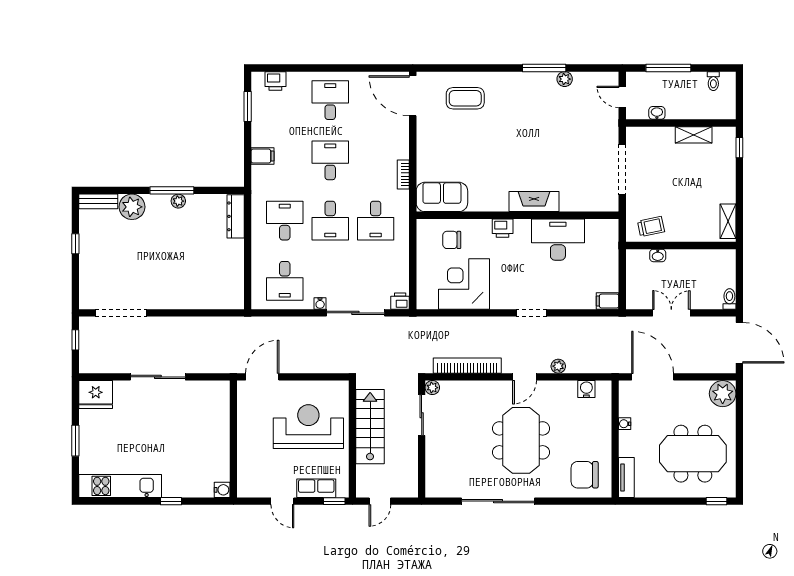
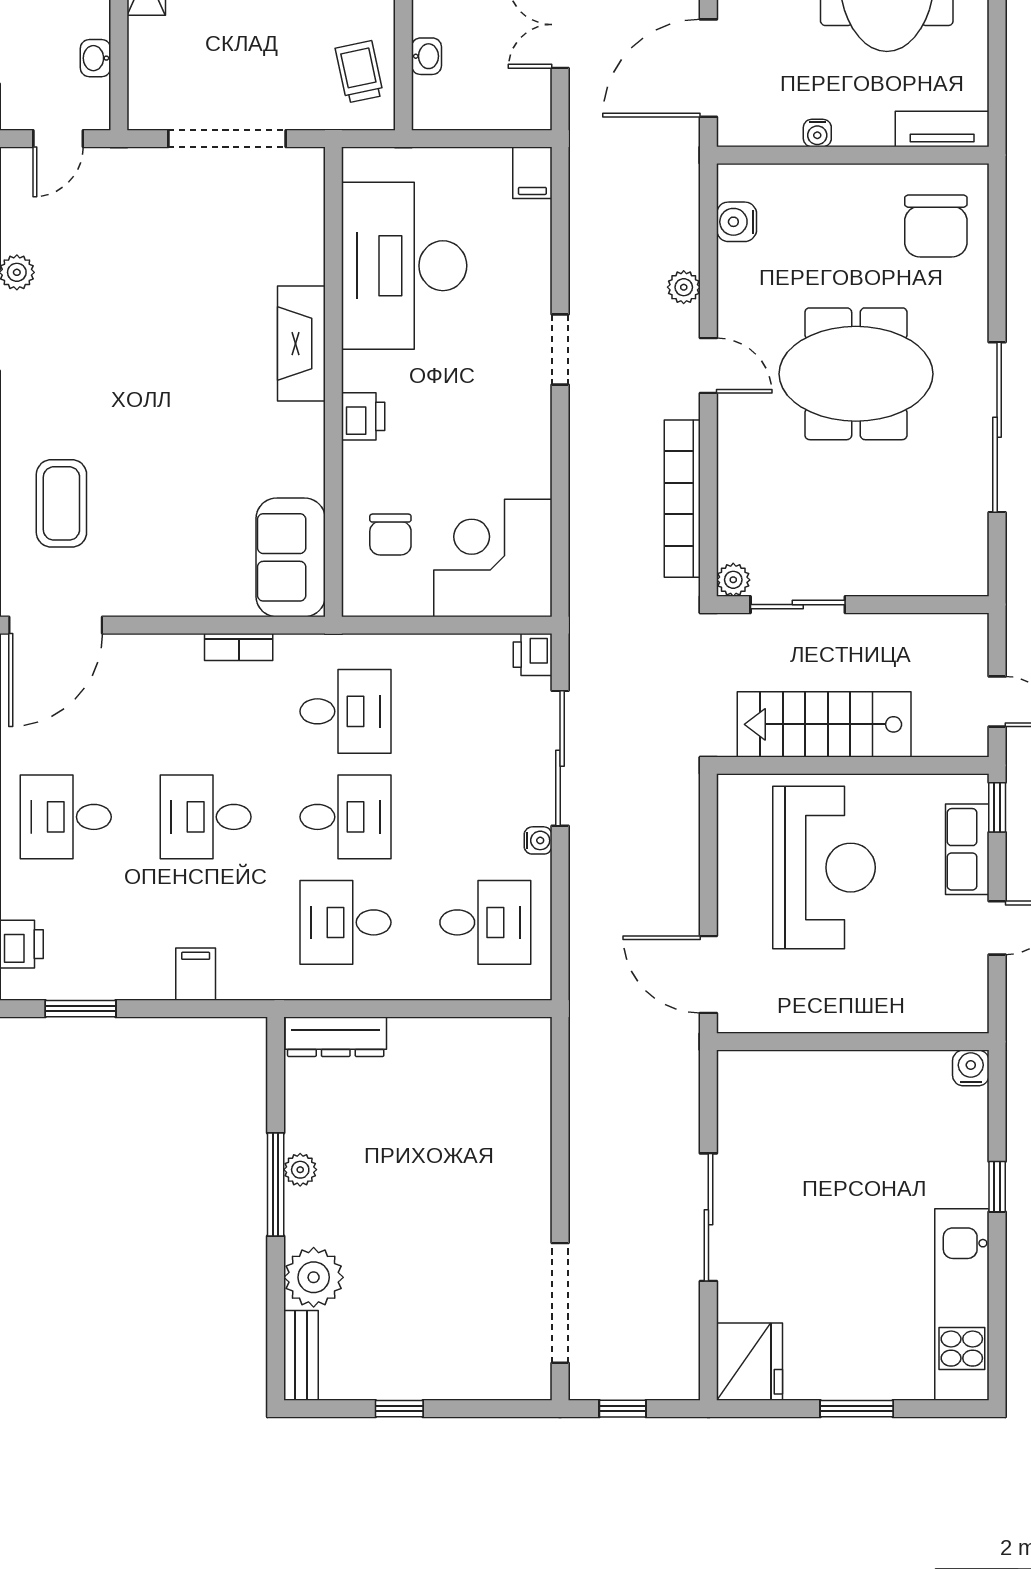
desk: (558, 240) -> (404, 266), width x1.36, depth x1.30
corner desk: (464, 284) -> (493, 558), moved, turned 90
reception desk: (308, 427) -> (824, 868), turned 180

